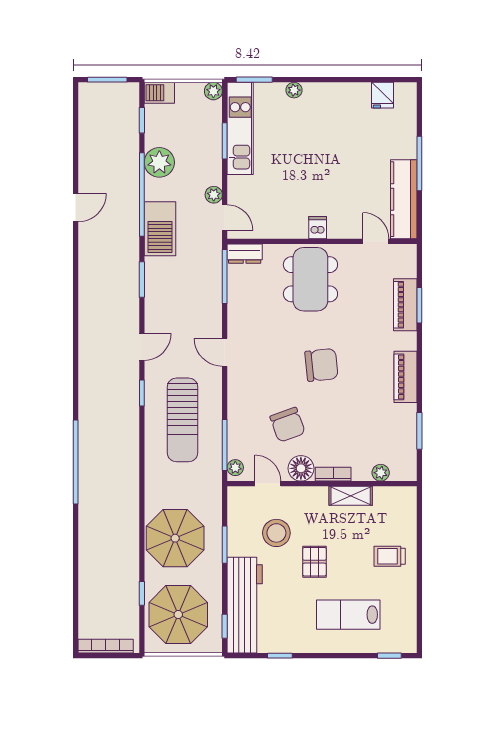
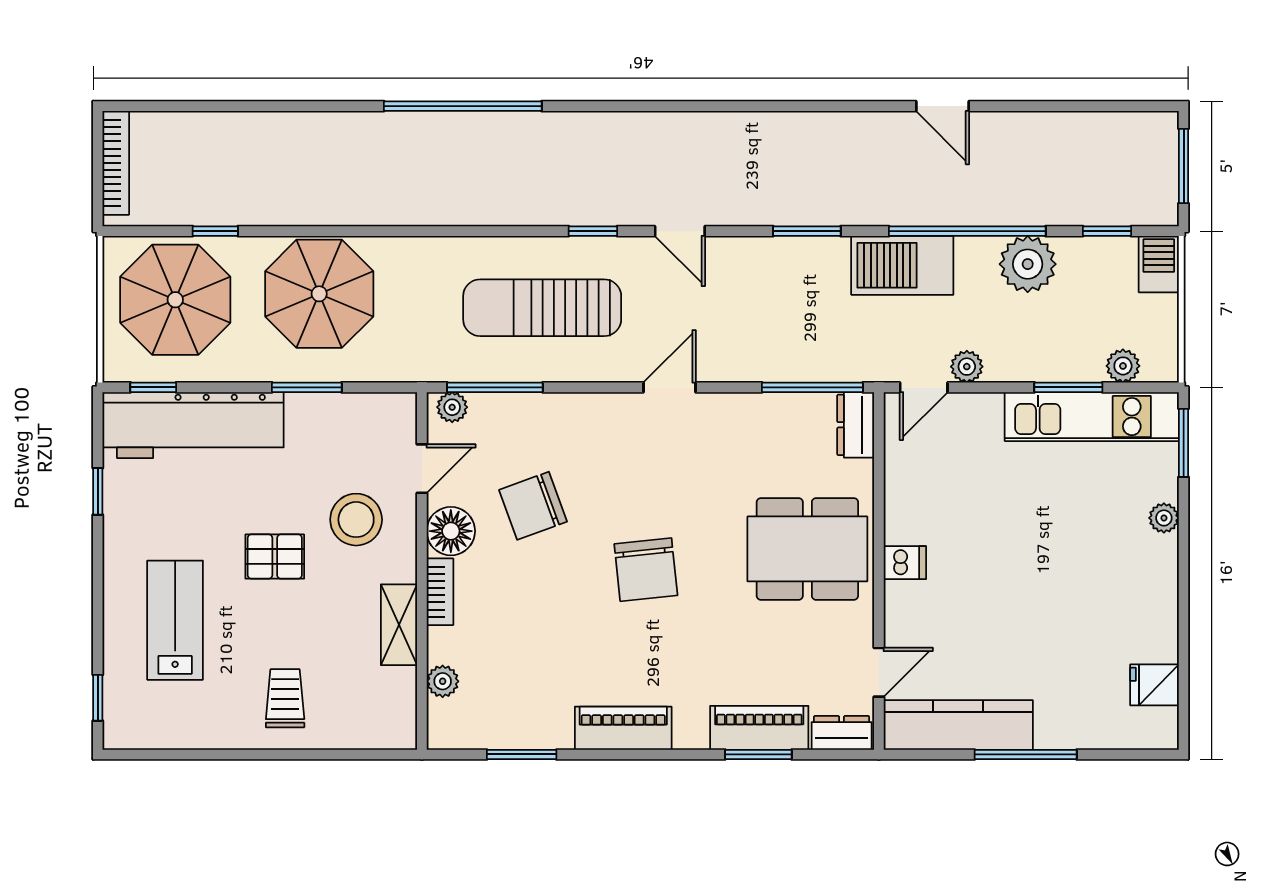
plant: (213, 91) -> (1123, 366), moved
dresser: (408, 261) -> (842, 733), added
stool: (276, 533) -> (356, 520), moved

